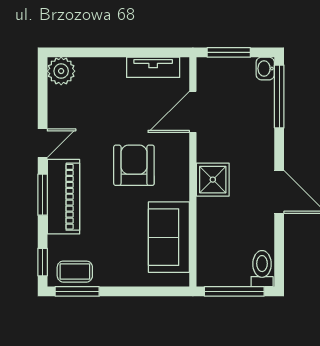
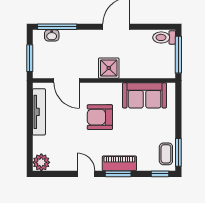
tv unit: (153, 67) -> (39, 112), width x1.41
washbasin: (265, 68) -> (52, 35), moved
piano: (63, 197) -> (119, 163), width x0.73, depth x0.75

